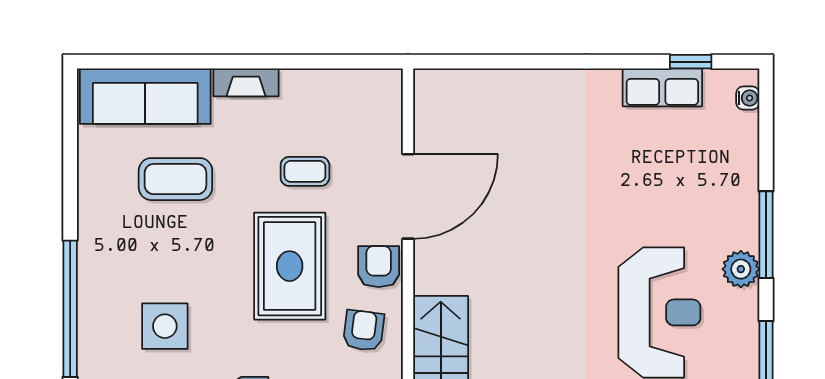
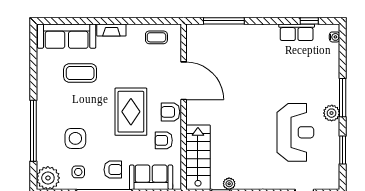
window: (499, 62) -> (224, 21), added
coffee table: (305, 171) -> (156, 37), moved
door: (408, 196) -> (184, 81), hinge flipped
armchair: (379, 267) -> (170, 112), turned -90
armchair: (364, 331) -> (164, 140), turned -97

